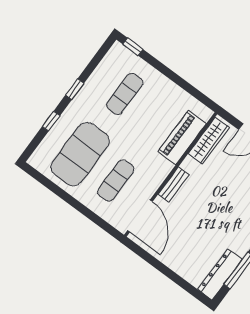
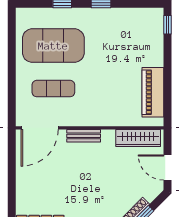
exercise mat: (125, 94) -> (126, 46), removed
piano: (182, 138) -> (153, 92), moved, turned -90

